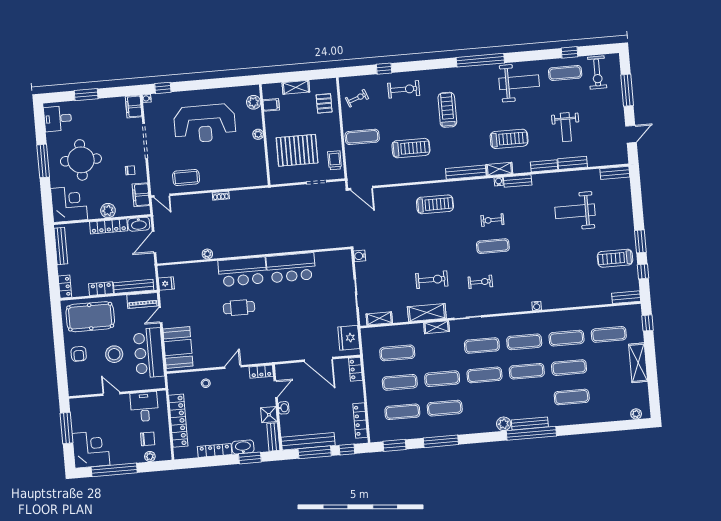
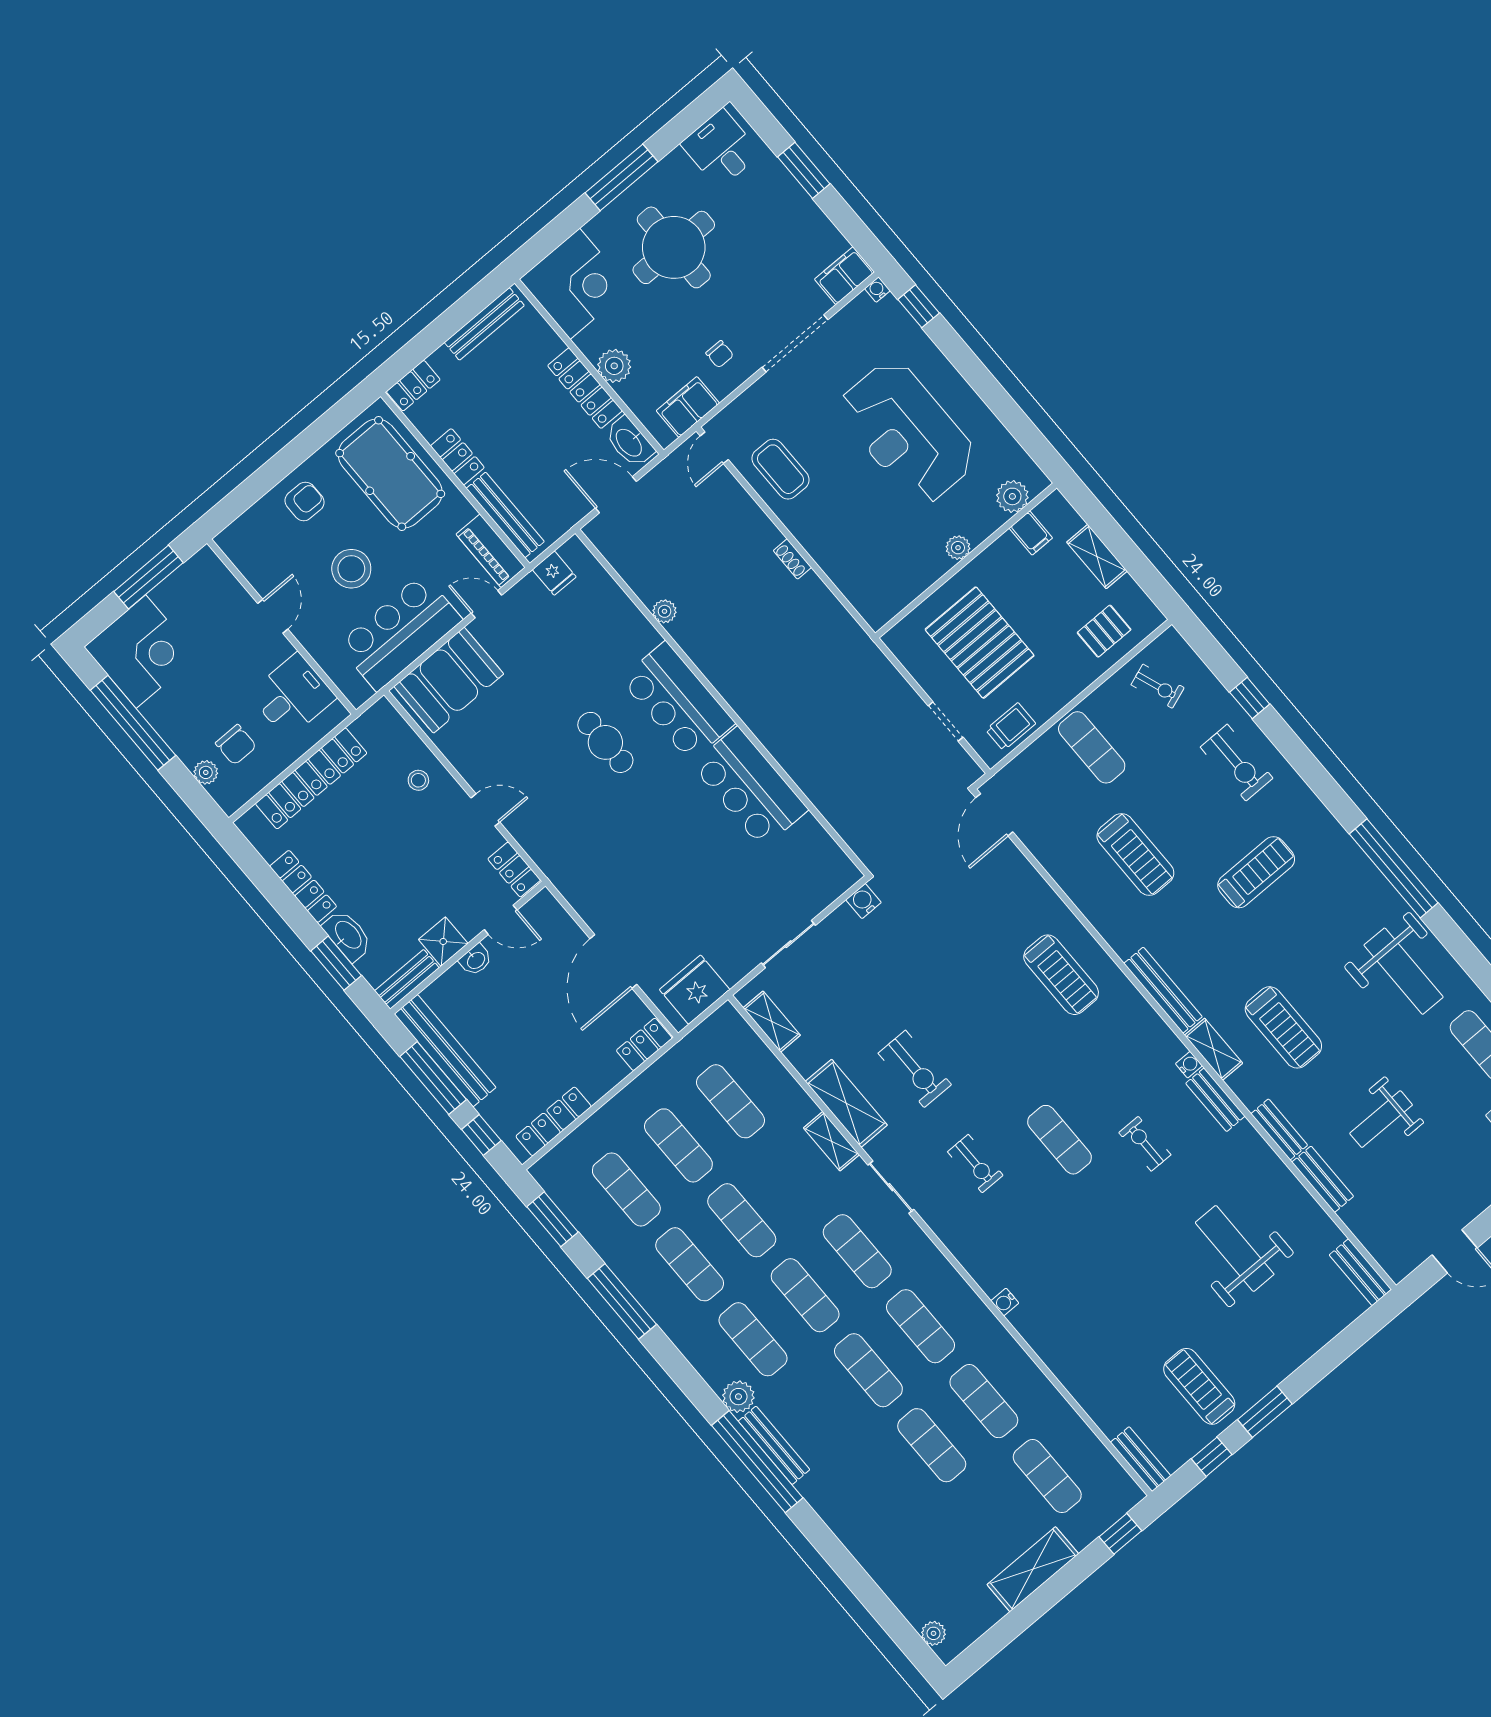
exercise bike: (492, 220) -> (1145, 1144), moved
armchair: (79, 354) -> (305, 501), turned 180
exercise mat: (572, 397) -> (753, 1339), moved

